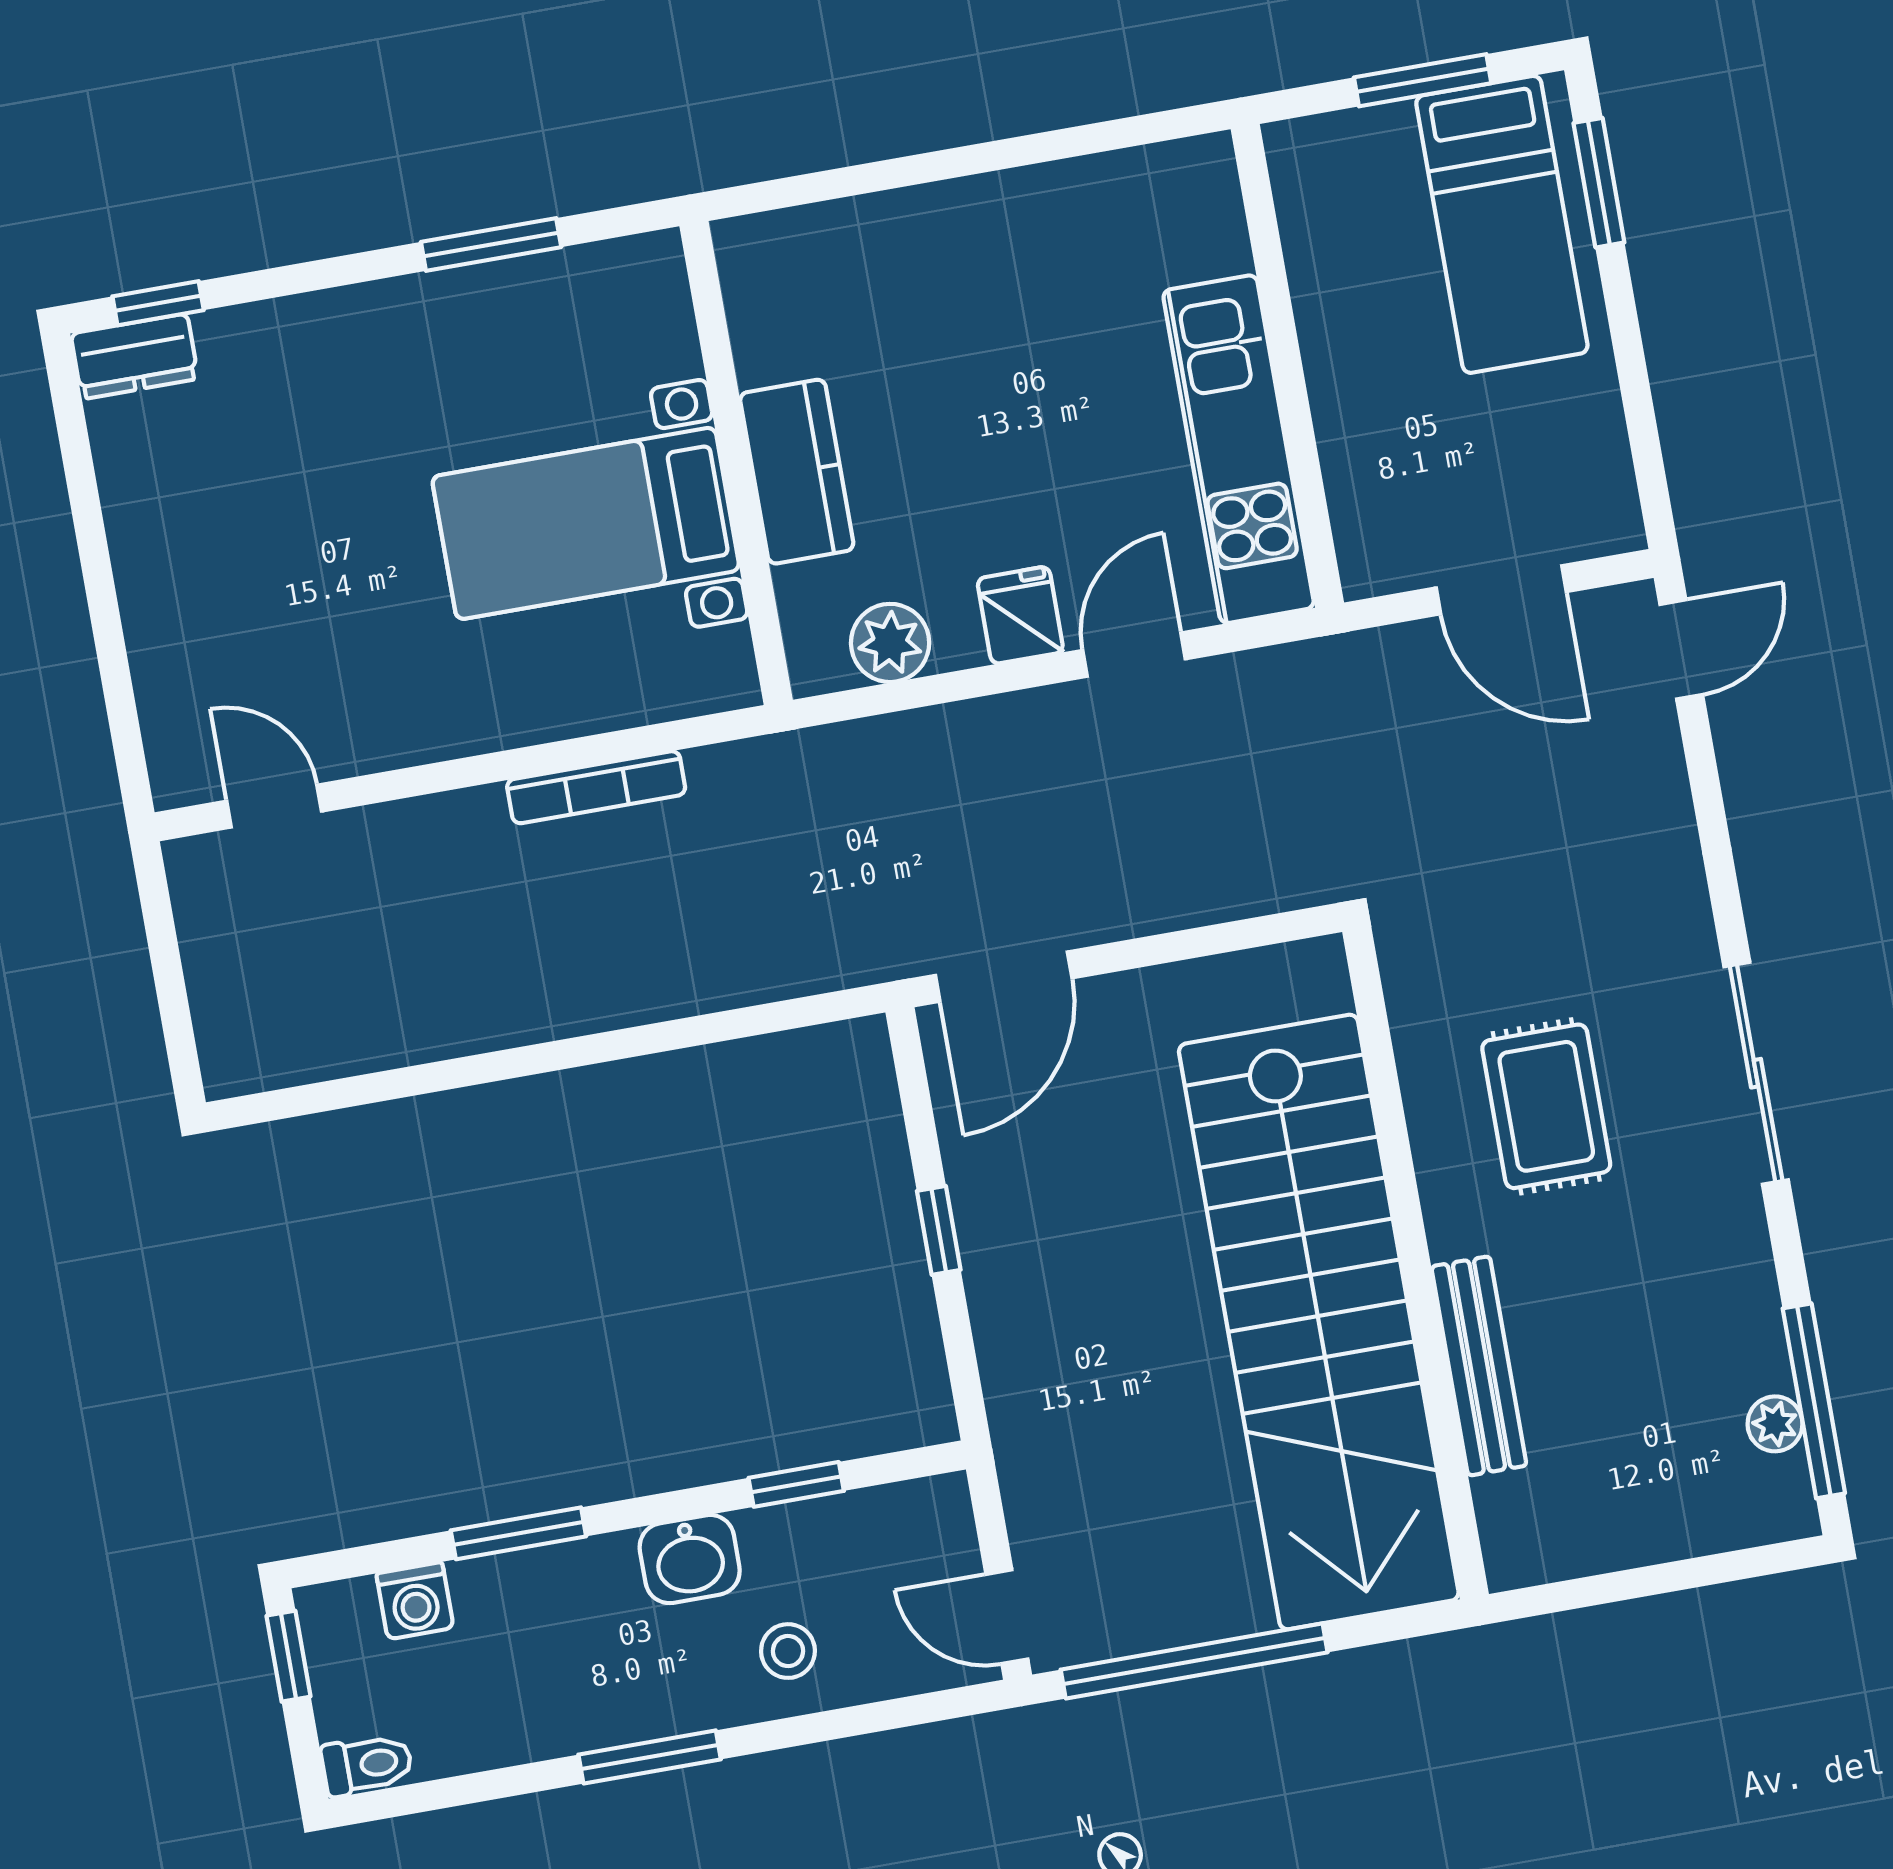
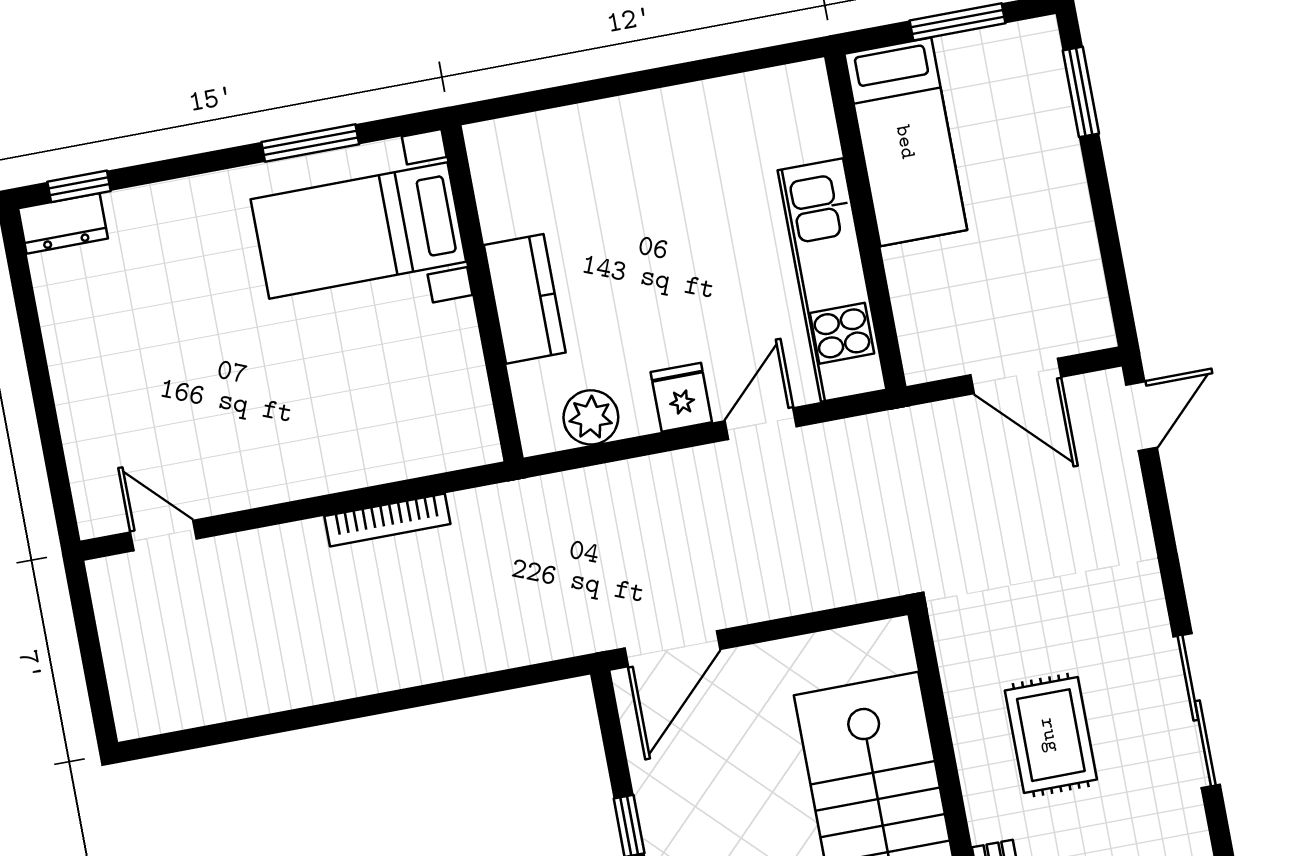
bed: (1502, 224) -> (906, 142), moved
bed with nightstands: (586, 523) -> (358, 231), moved

